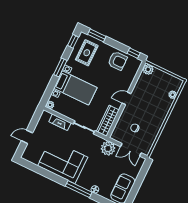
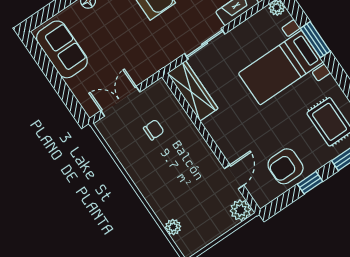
window: (134, 53) -> (310, 183), moved
window: (60, 68) -> (315, 40), moved
door: (127, 98) -> (234, 177), moved
plant: (108, 148) -> (145, 64), removed

